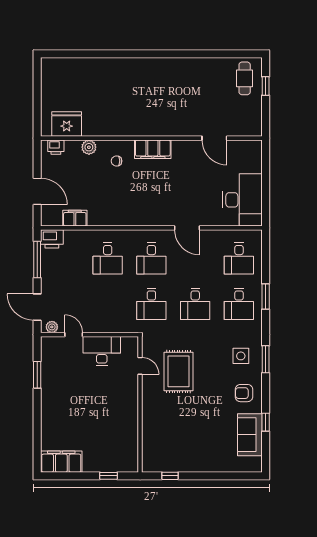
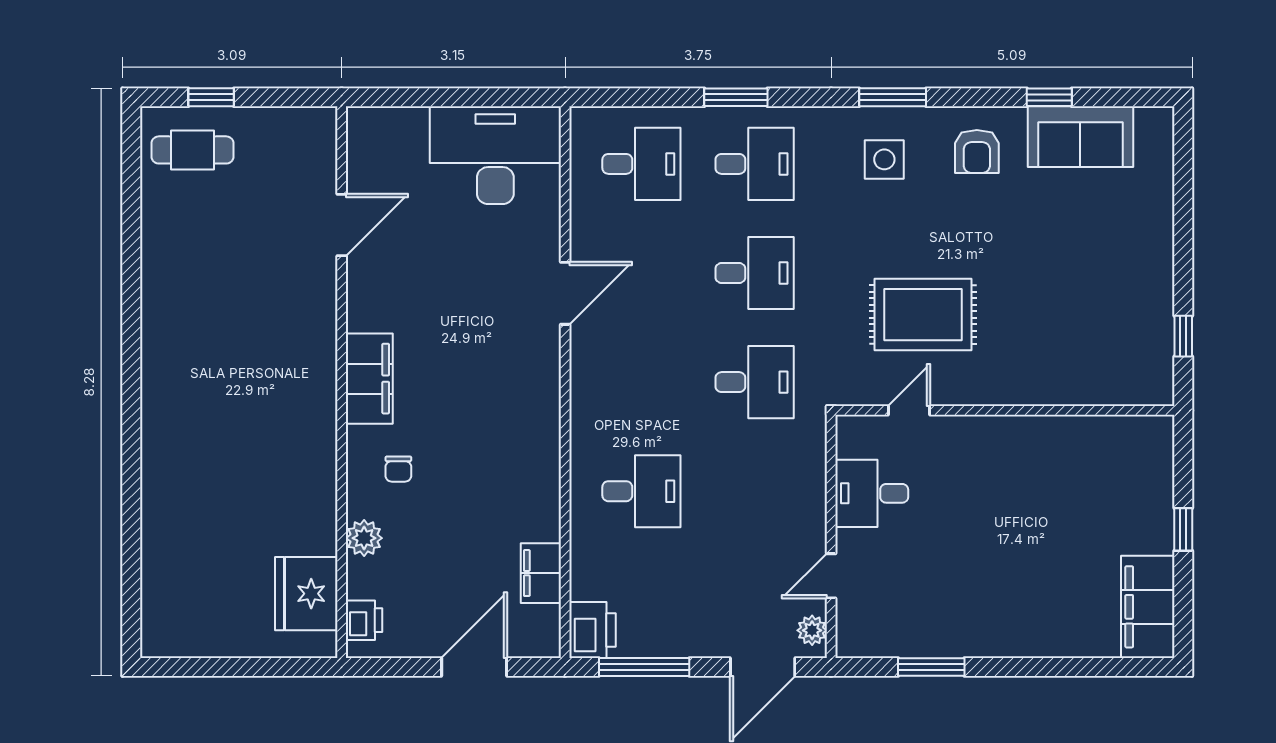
desk: (151, 259) -> (641, 382), removed
desk: (102, 351) -> (872, 493), width x0.73
window: (108, 476) -> (1183, 529), moved

